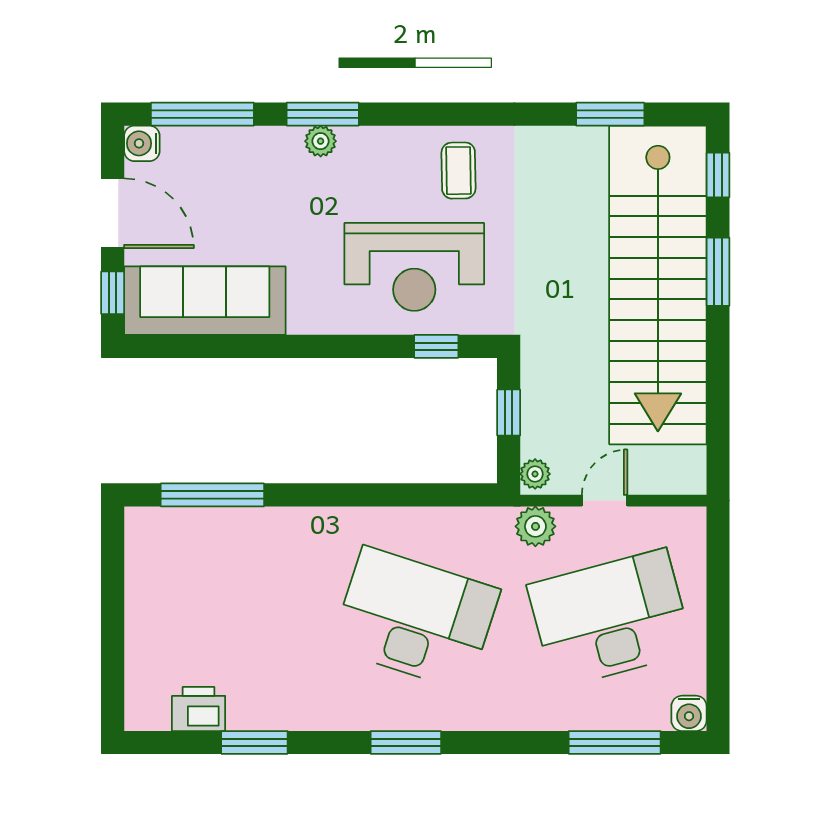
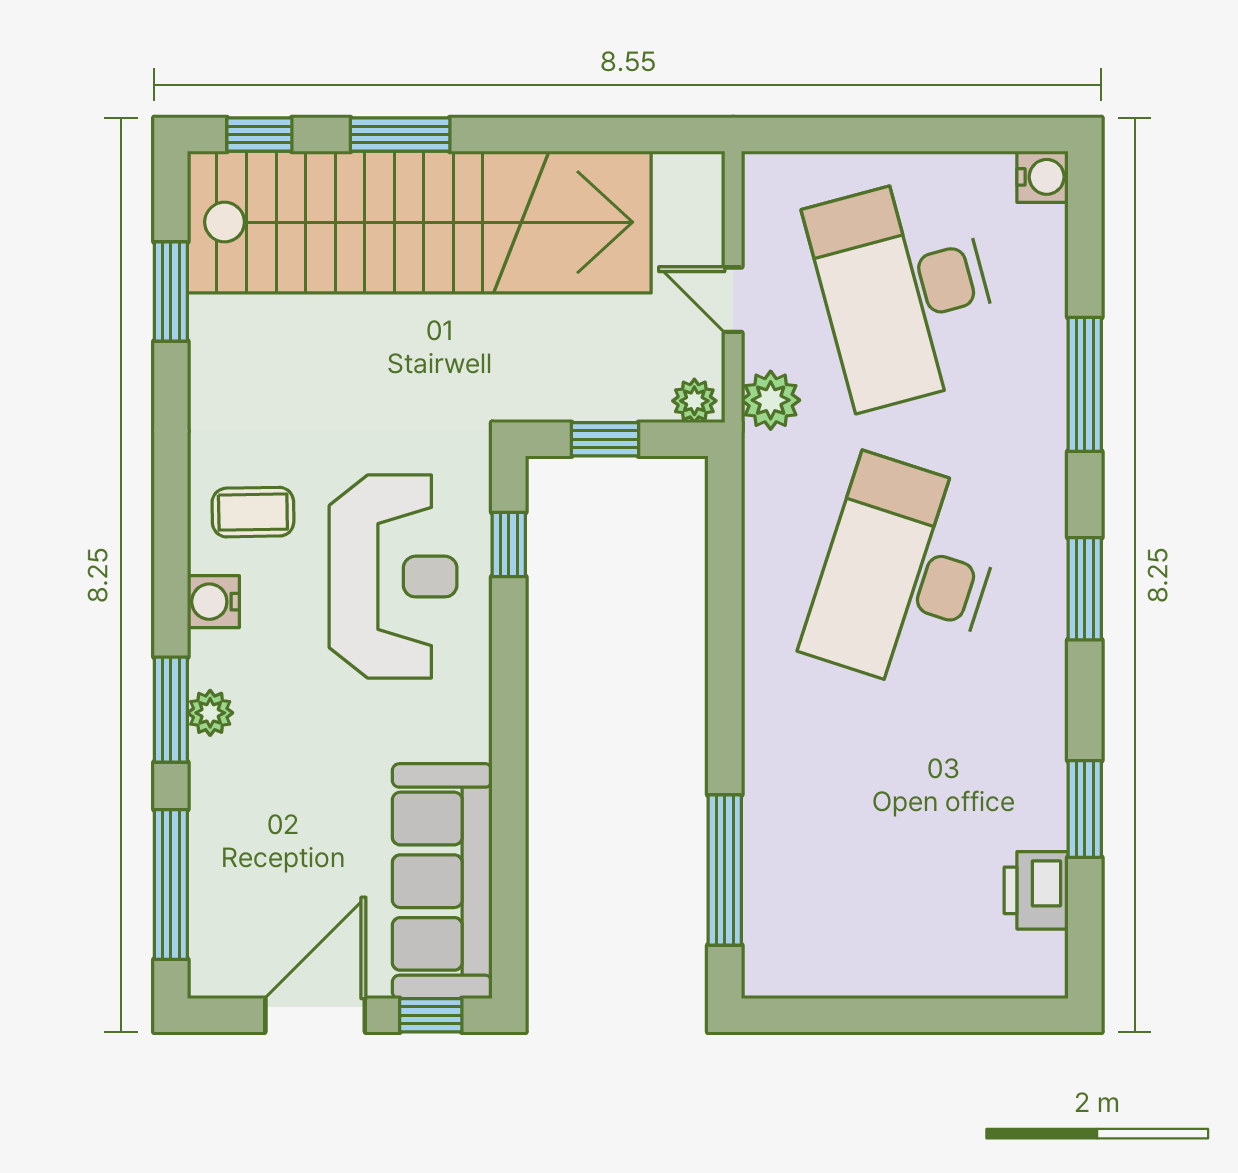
water cooler: (142, 143) -> (213, 602), moved, turned 90
window: (615, 742) -> (1085, 384), moved

